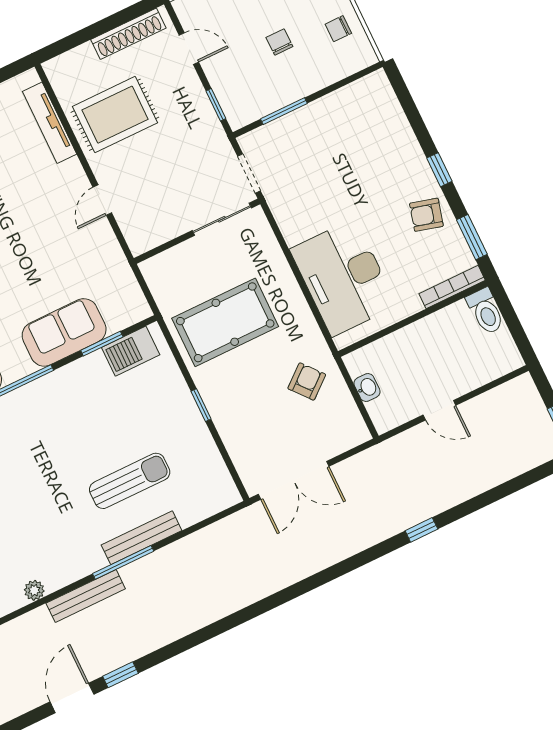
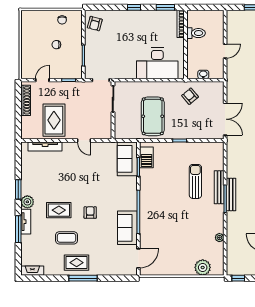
armchair: (426, 215) -> (95, 24), moved
toilet: (486, 311) -> (196, 33), moved
sofa: (64, 332) -> (127, 159), moved
bench: (86, 596) -> (231, 194), moved

